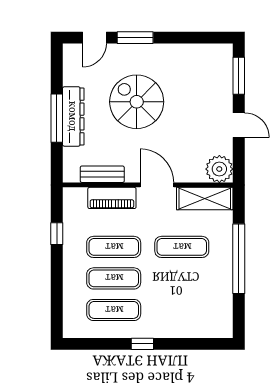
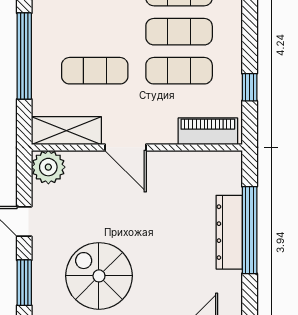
spiral stairs: (137, 102) -> (99, 276), moved, turned 180
window: (57, 118) -> (250, 230), width x1.46
bench: (102, 174) -> (193, 161), removed
piano: (112, 198) -> (208, 131), moved

